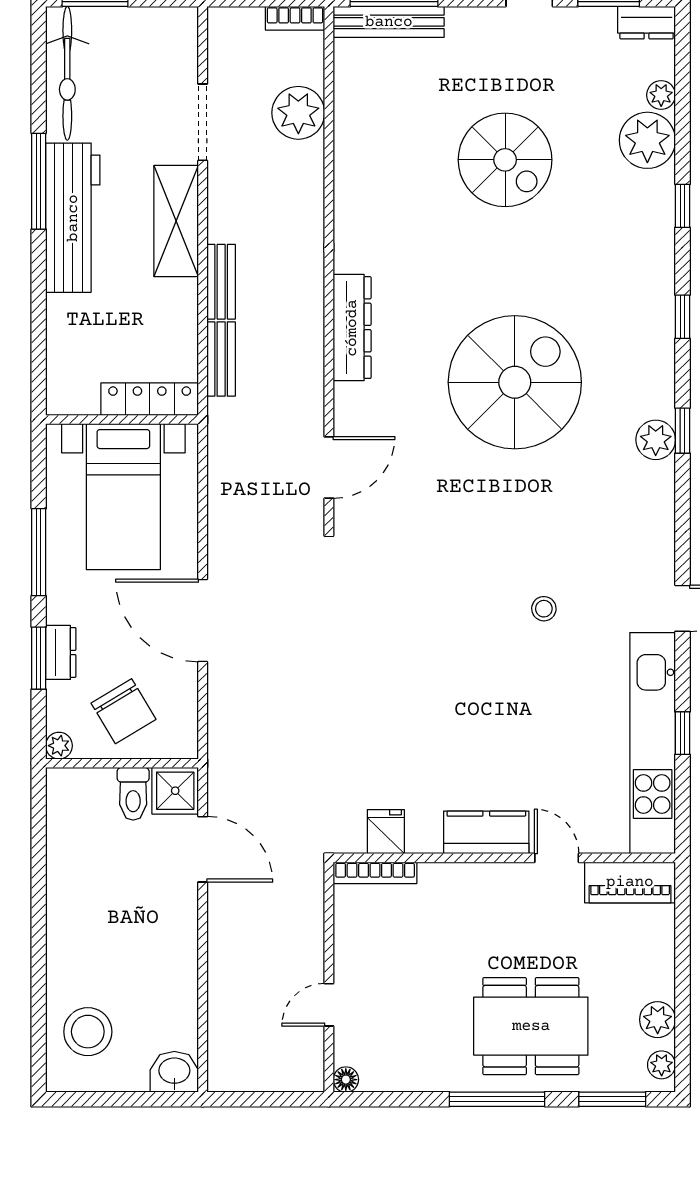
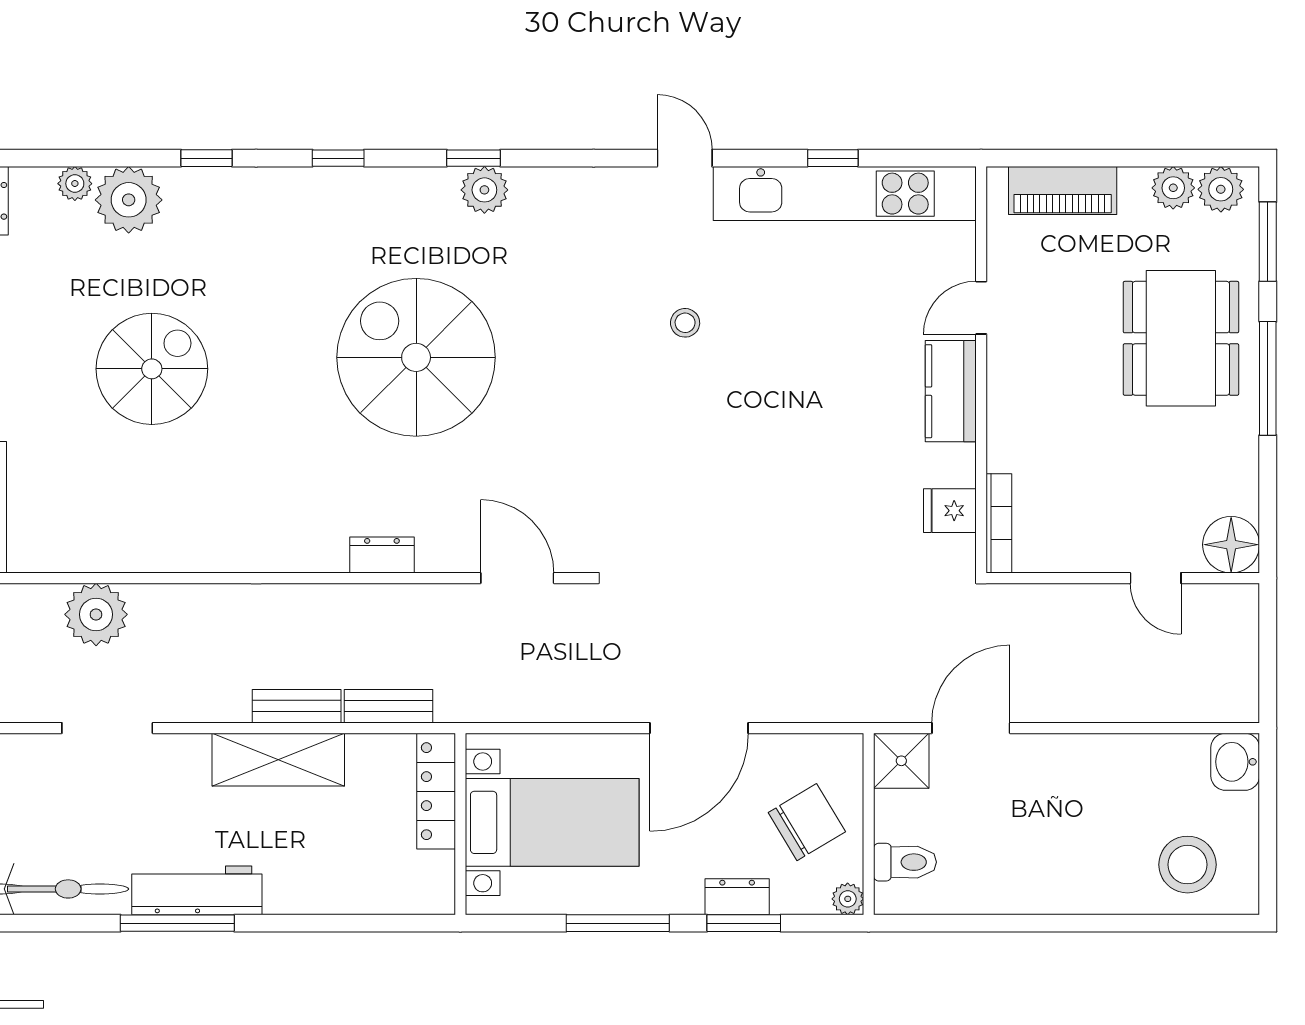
workbench: (73, 218) -> (197, 890), width x0.73, depth x0.76
shelving: (176, 221) -> (278, 760), moved
dresser: (352, 328) -> (382, 555), width x0.51, depth x0.80
toilet: (133, 794) -> (905, 862), moved
piano: (630, 882) -> (1063, 191), moved, turned 90
plant: (662, 1065) -> (1221, 189), width x1.38, depth x1.38
floor lamp: (346, 1080) -> (1231, 545), width x1.89, depth x1.89

